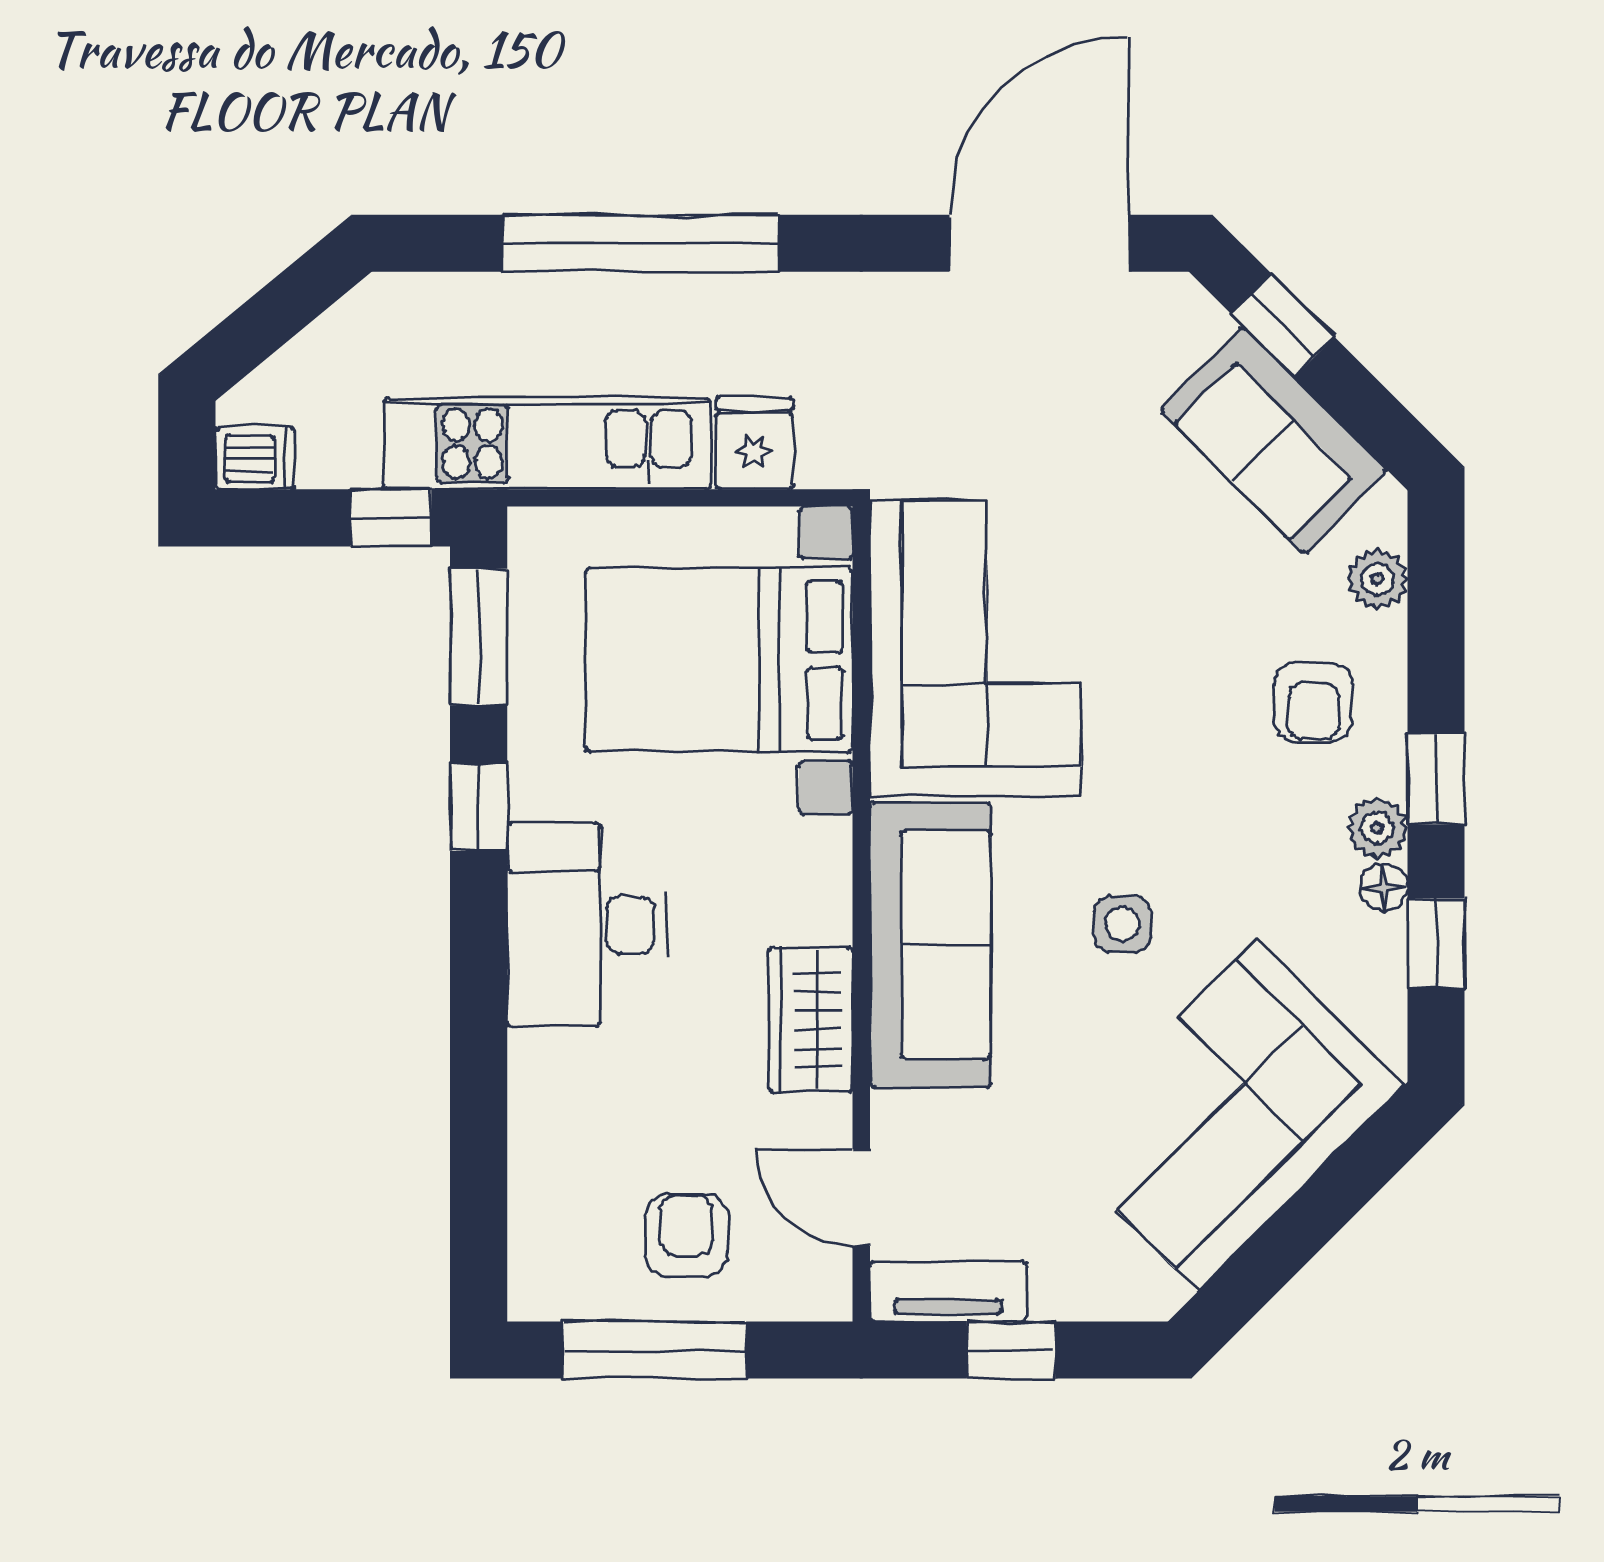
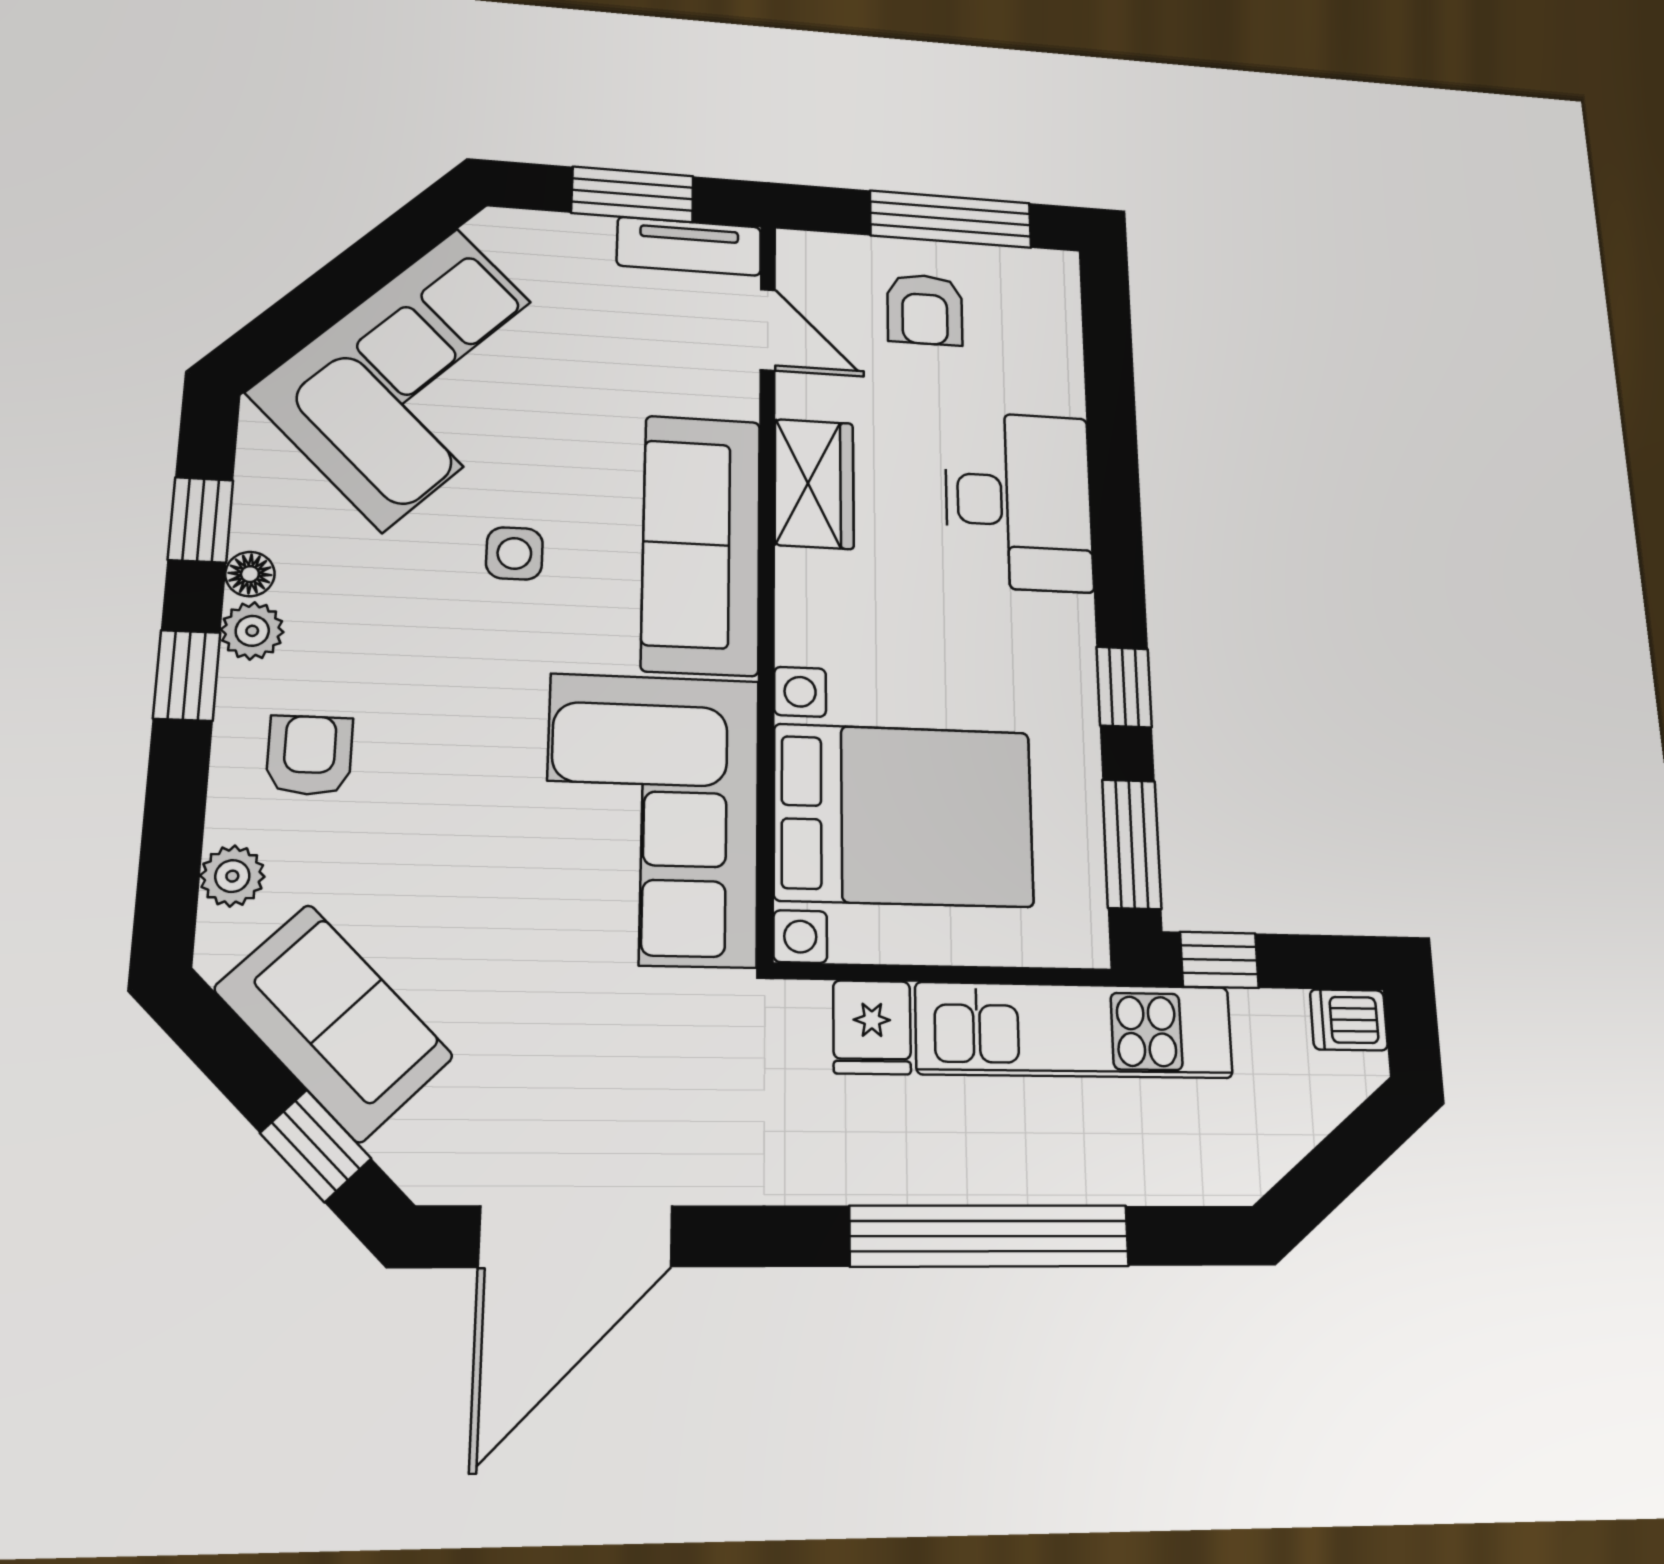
desk: (587, 925) -> (1019, 501), moved
window: (1011, 1350) -> (633, 194), width x1.50

